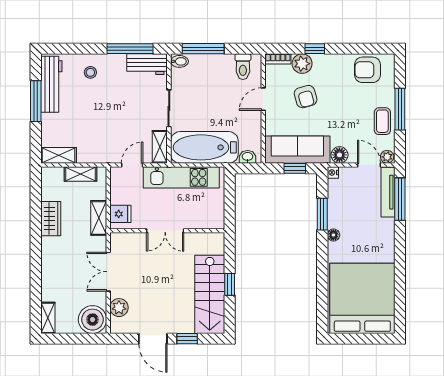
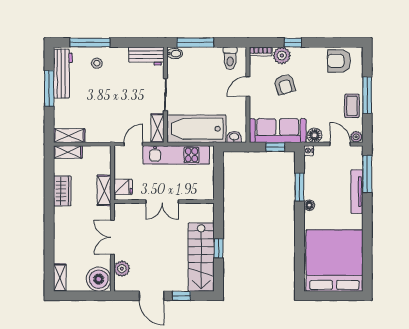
window: (130, 49) -> (90, 42), moved
shelving: (80, 174) -> (68, 152), moved
tv unit: (388, 192) -> (357, 192), moved

